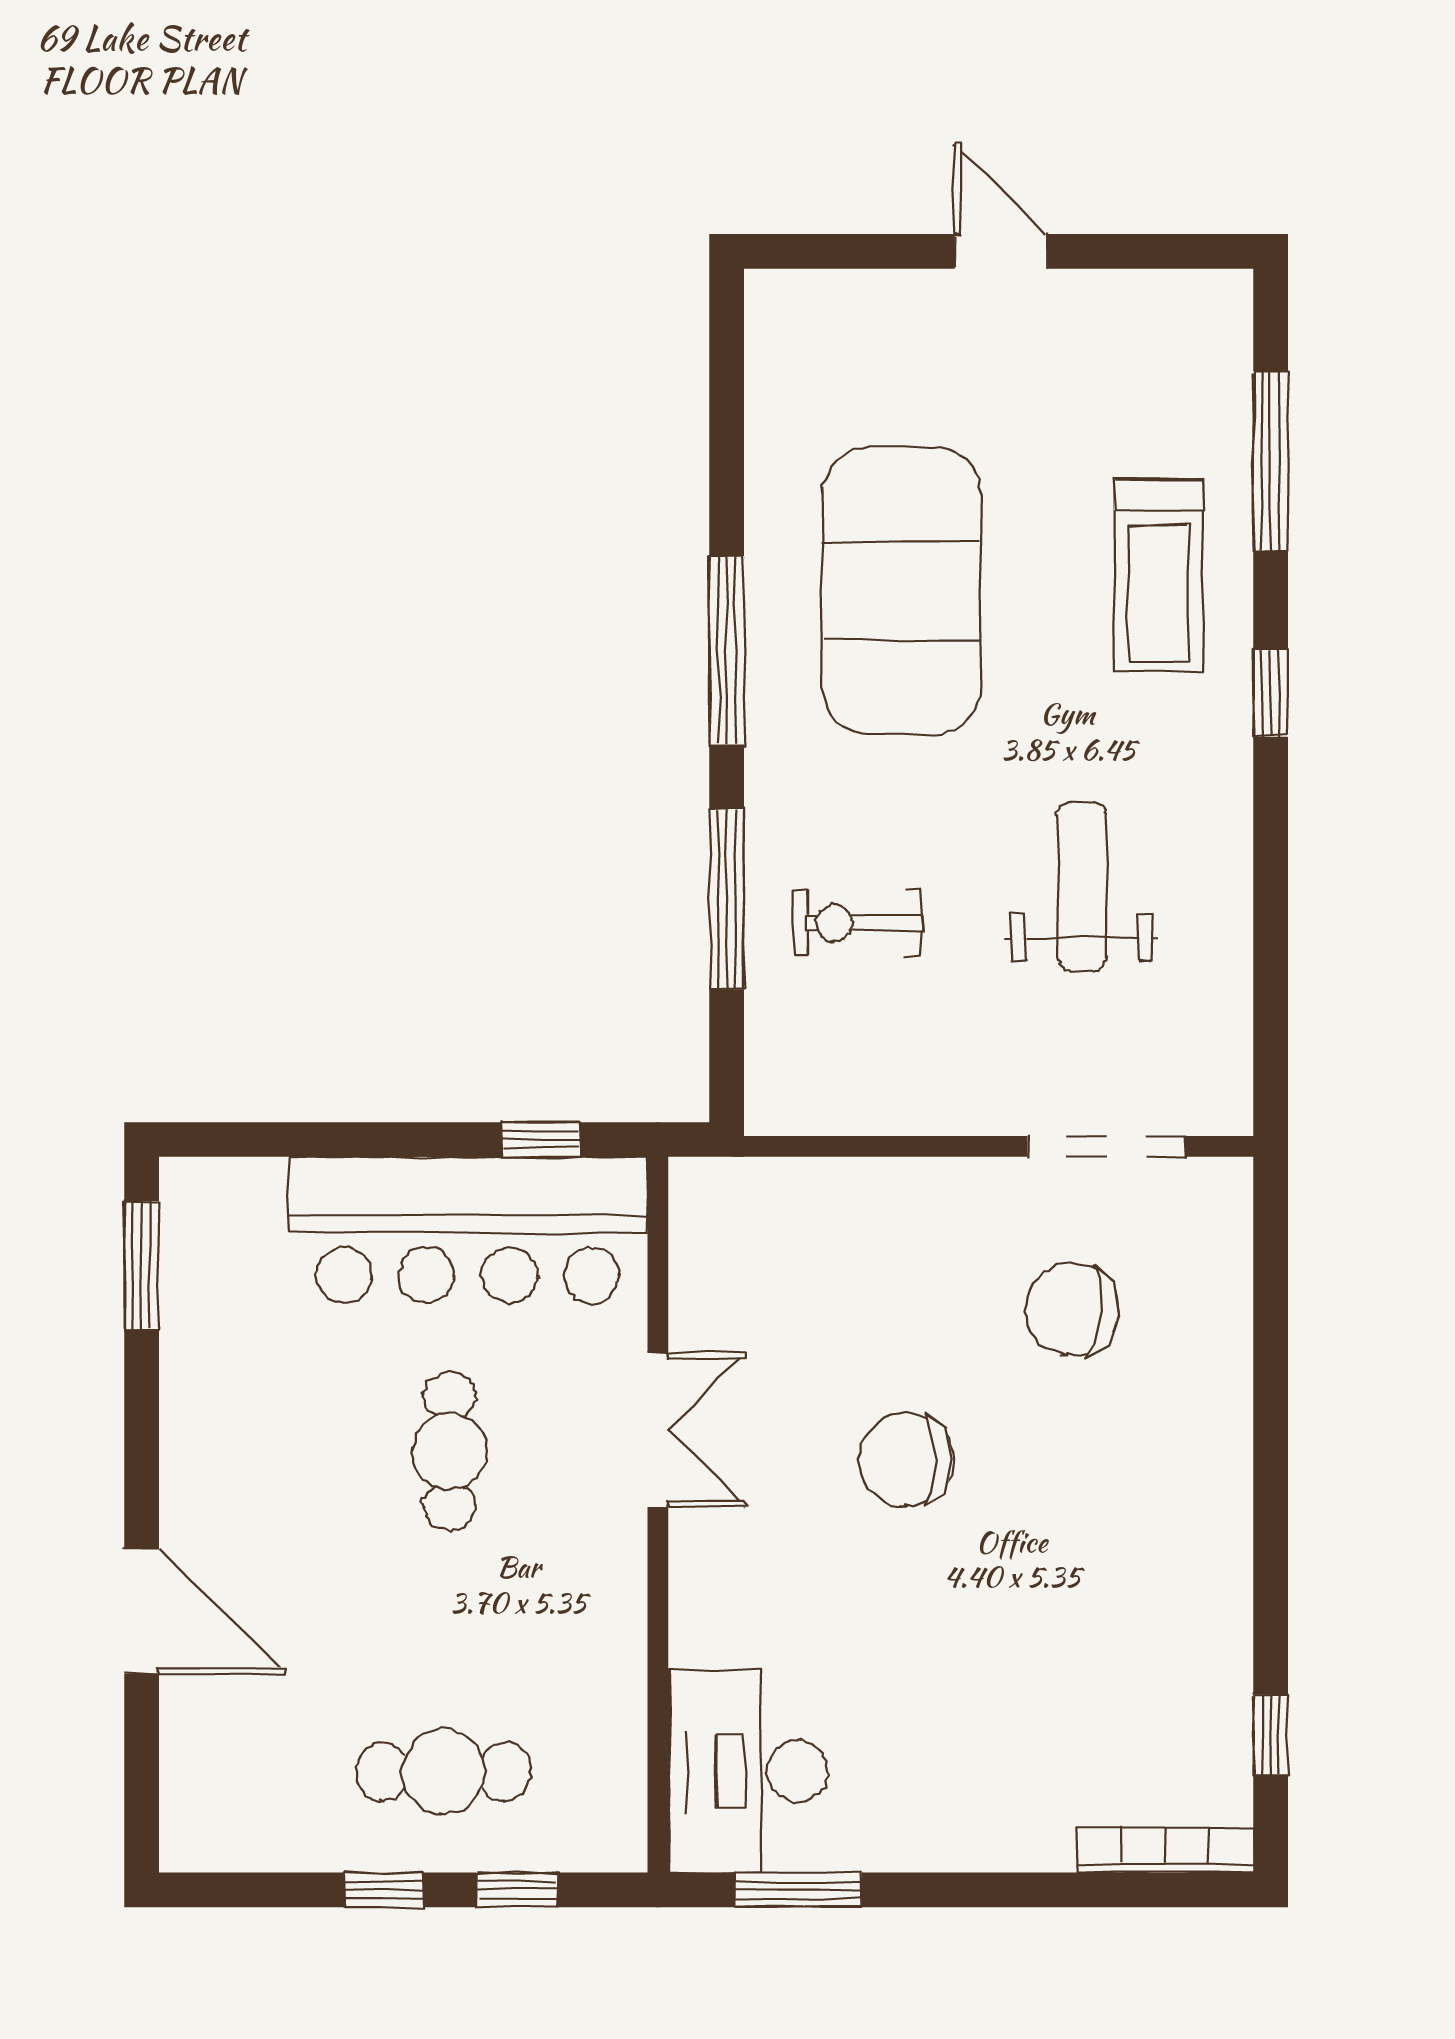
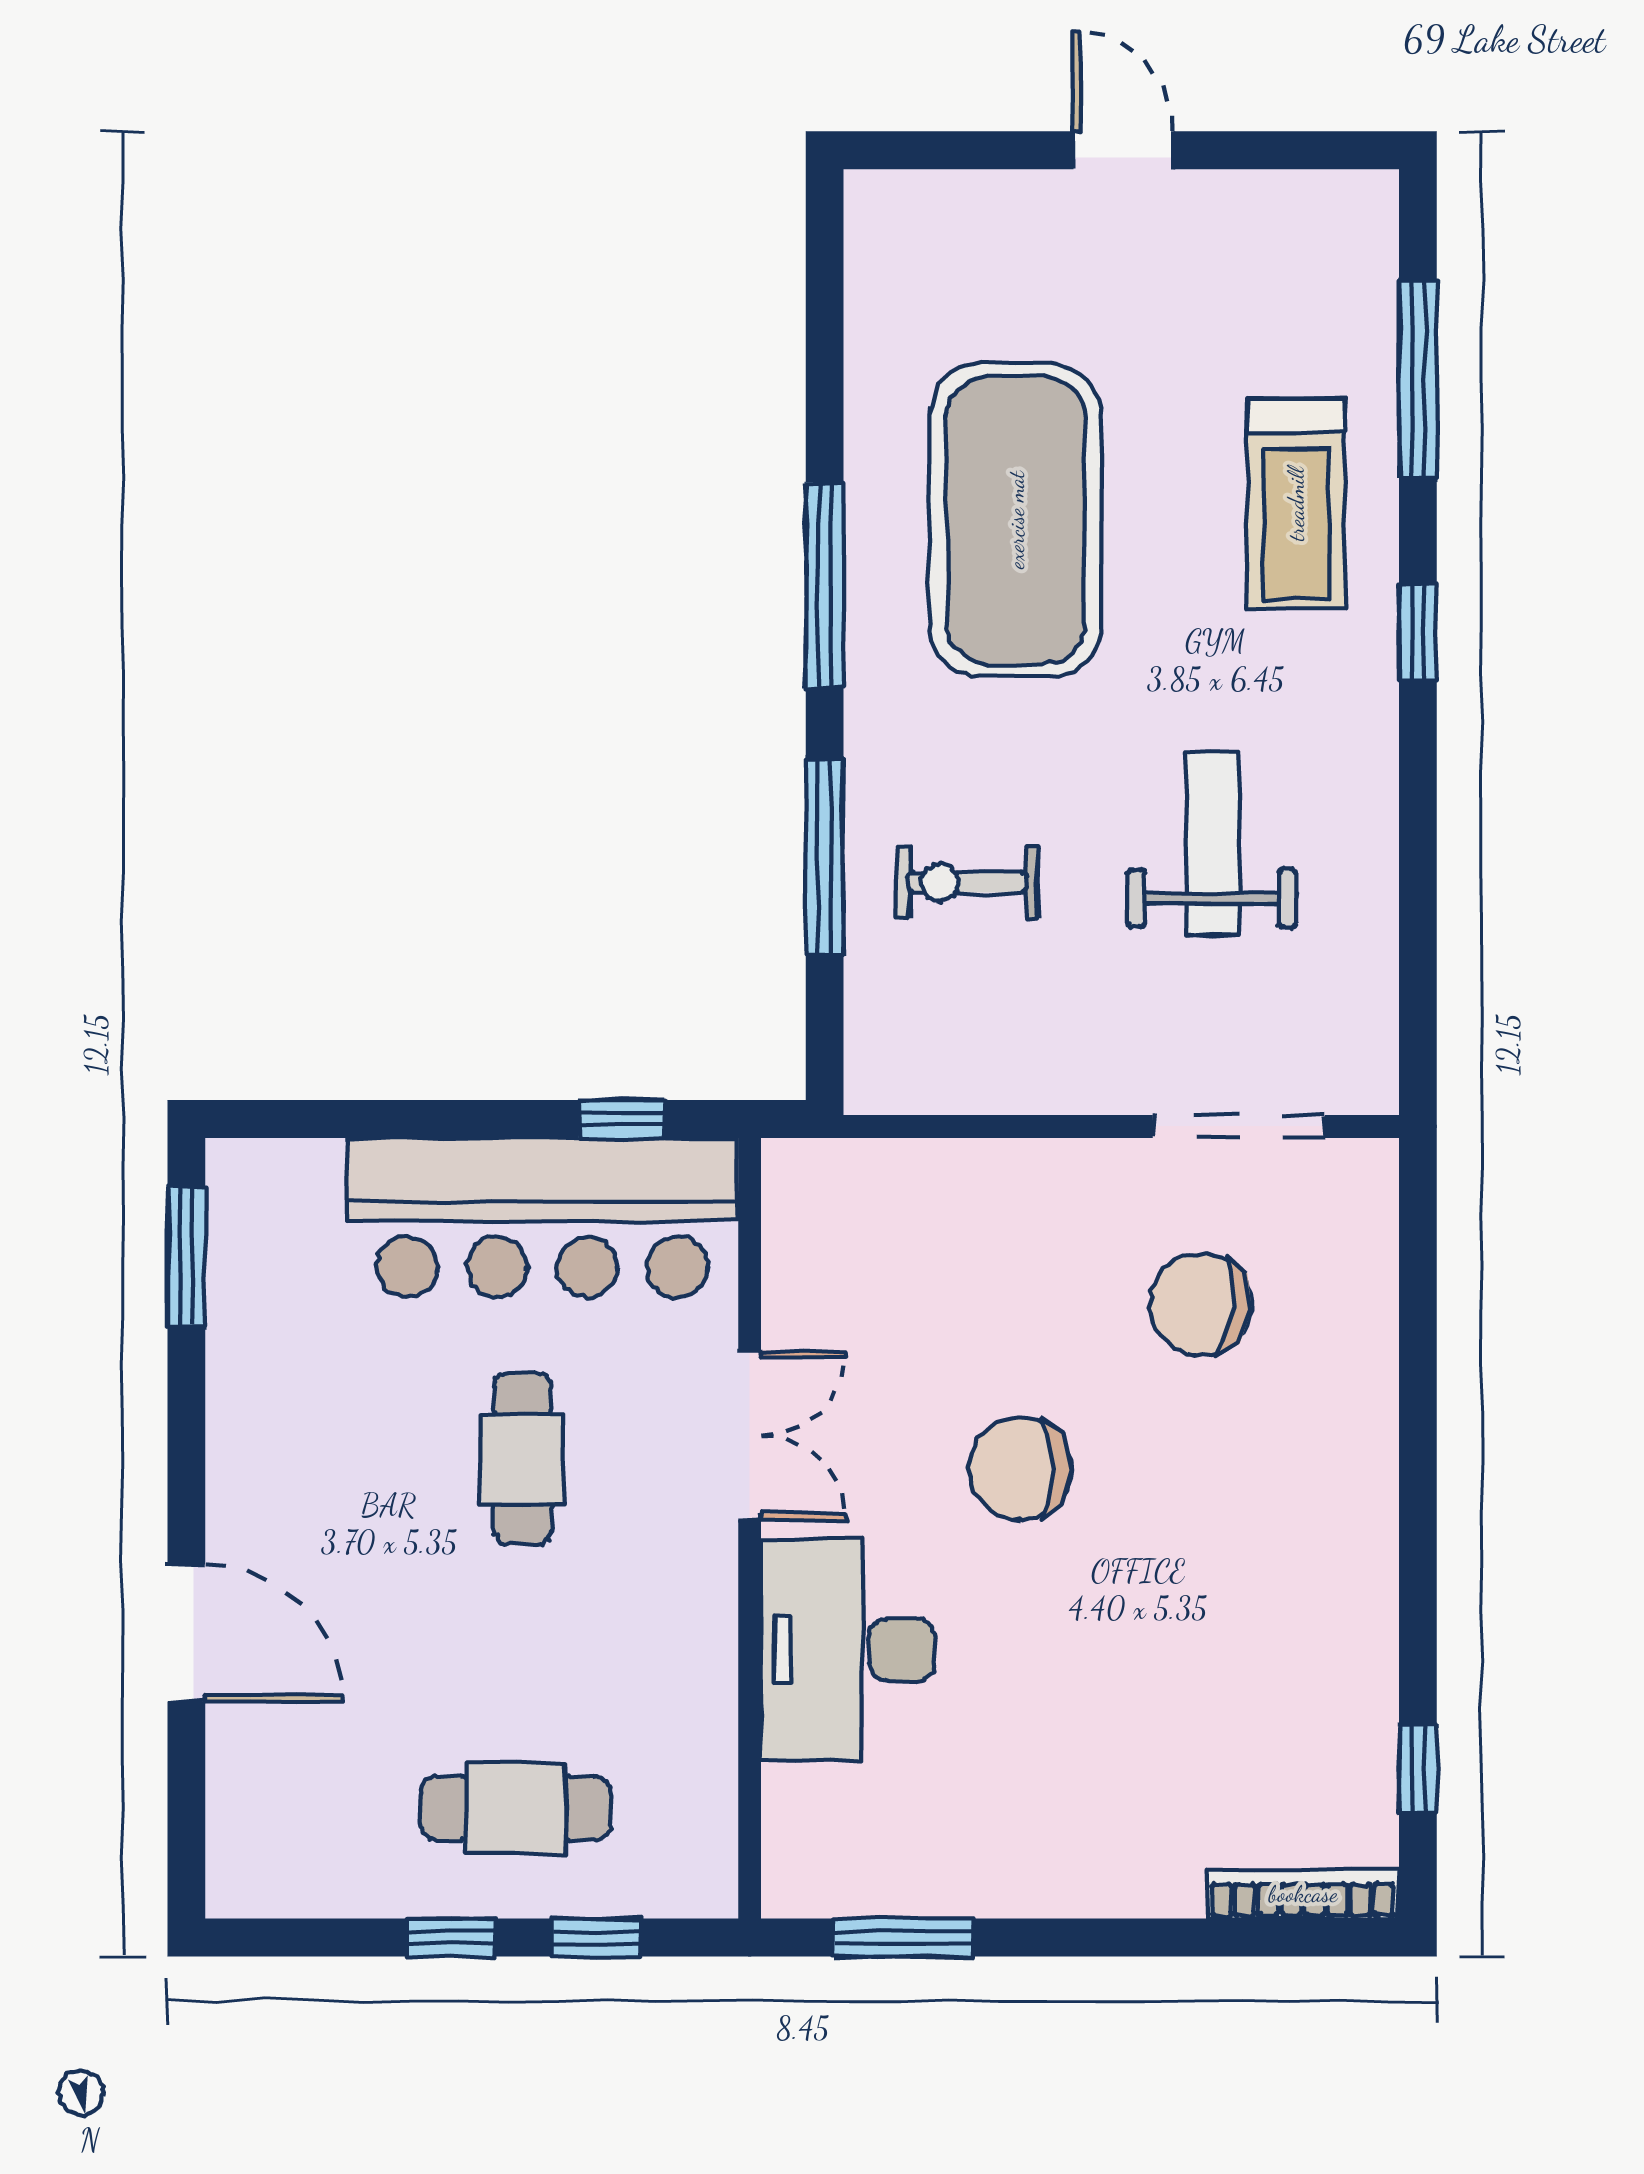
desk: (748, 1771) -> (848, 1650), moved

